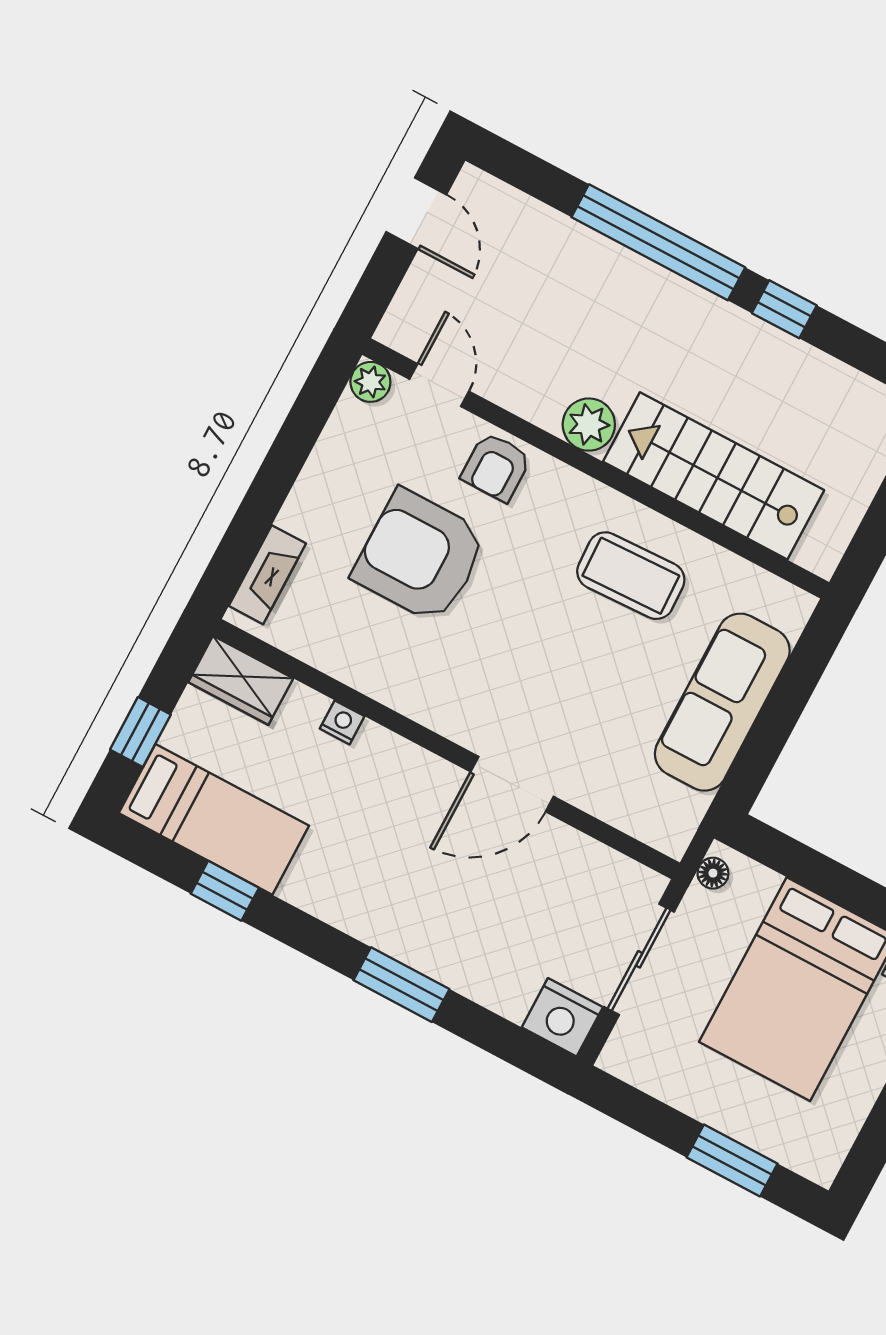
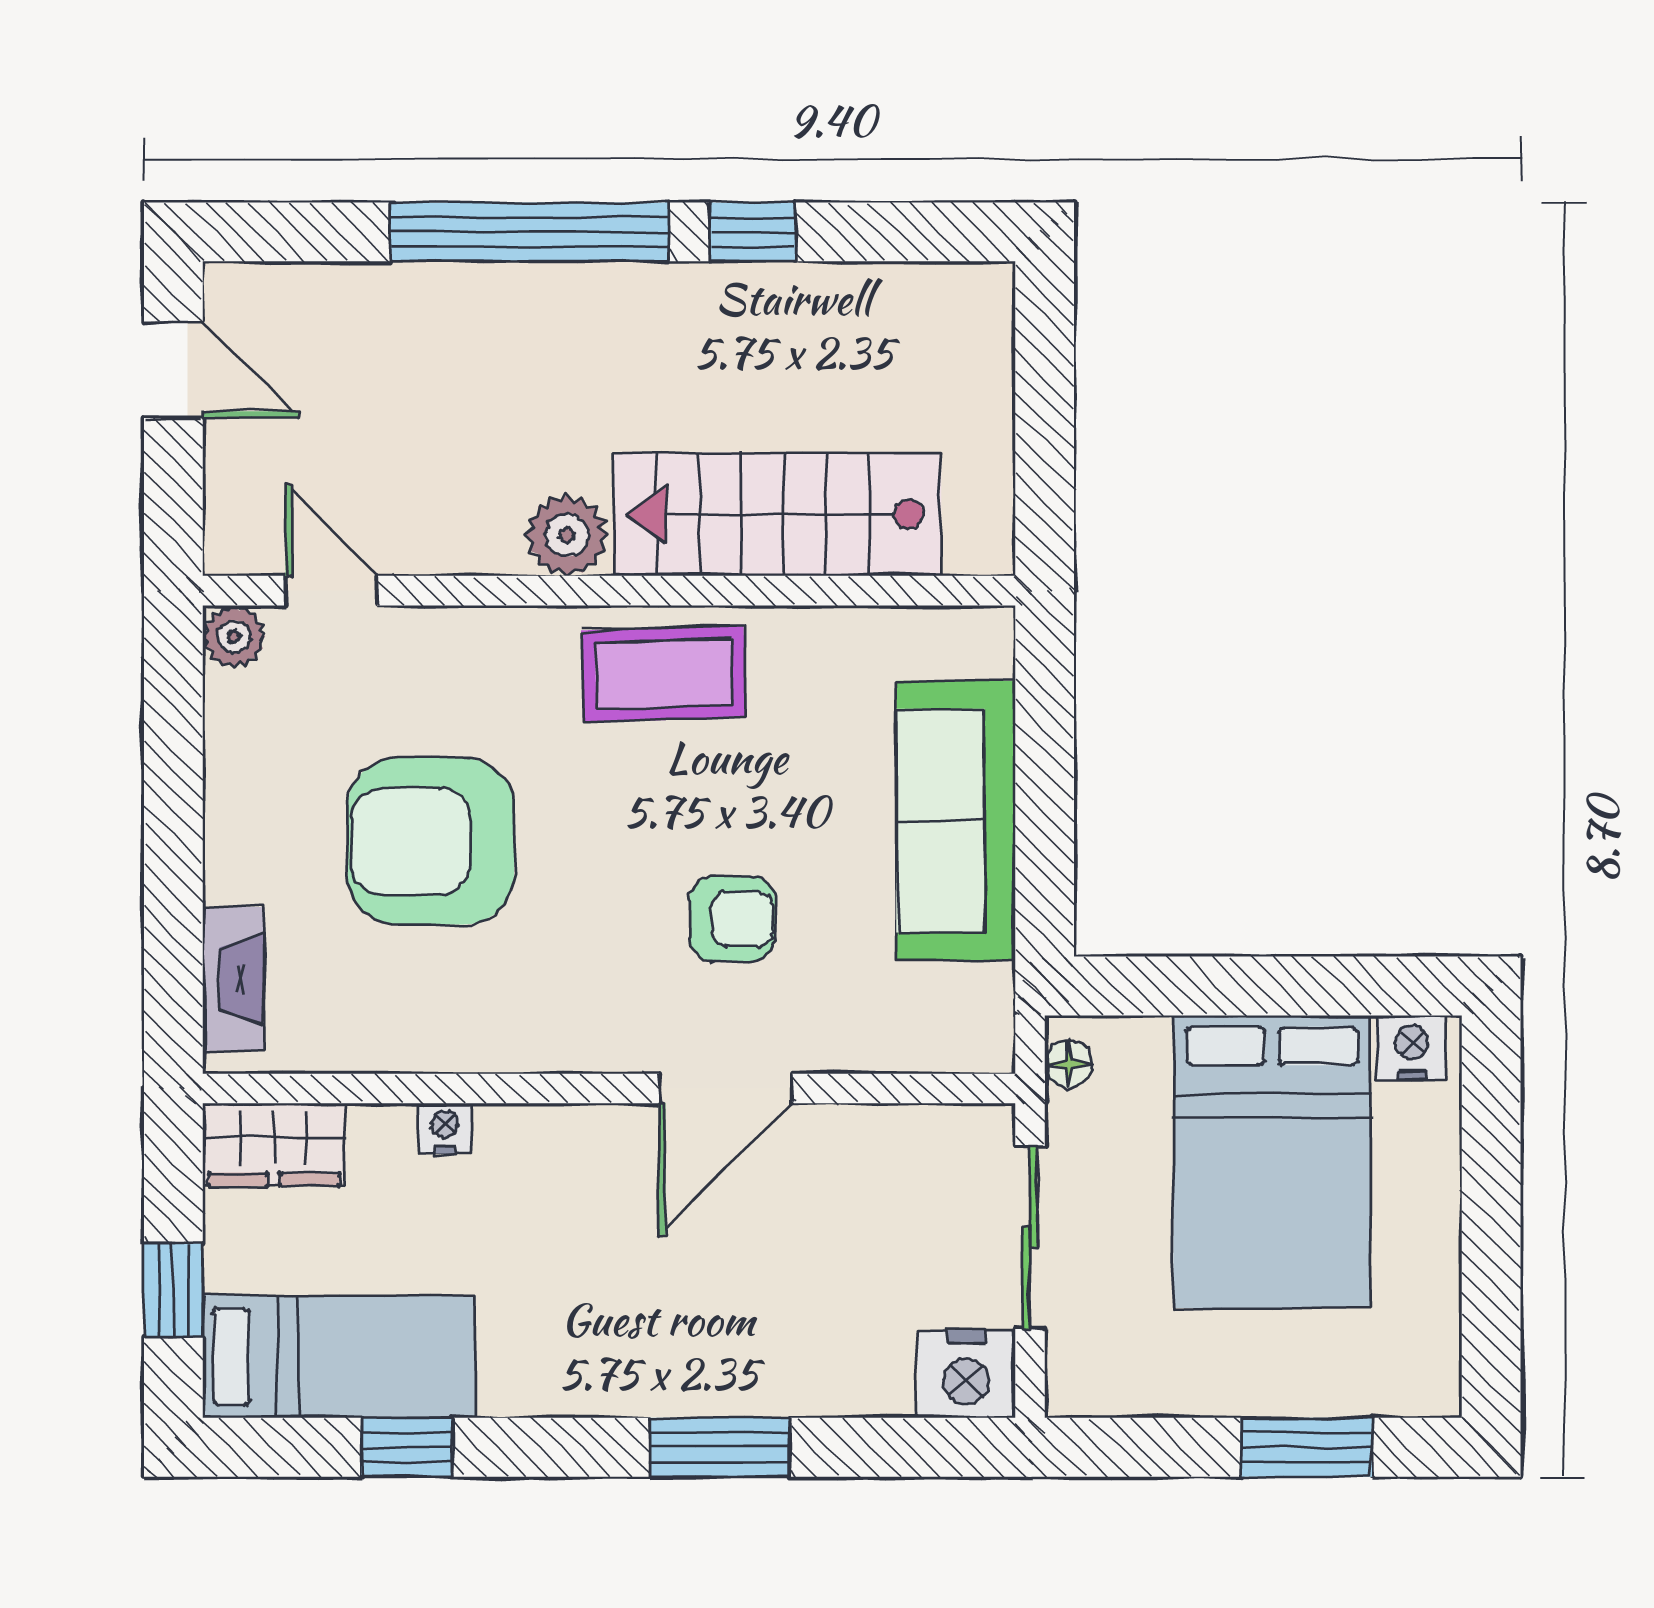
armchair: (496, 467) -> (732, 919), moved, turned -90
coffee table: (631, 576) -> (664, 674), moved

